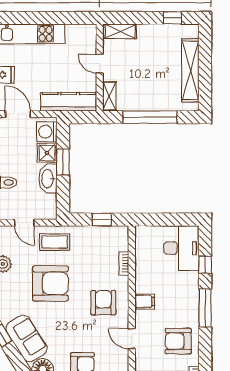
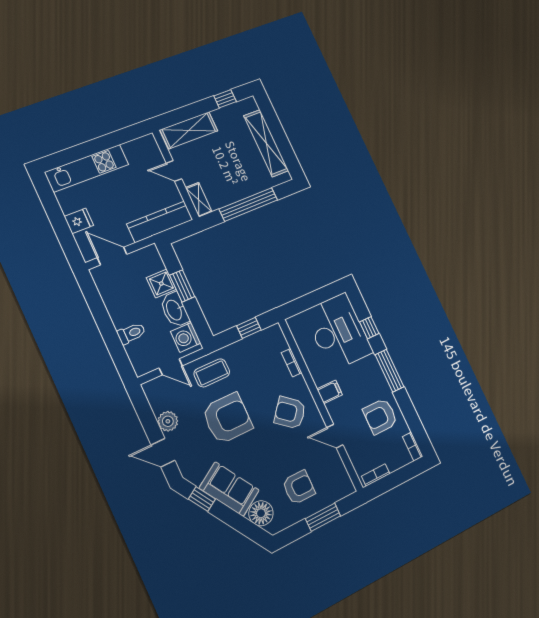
shelving: (120, 31) -> (189, 130), width x1.50, depth x1.33
washing machine: (47, 132) -> (186, 337), moved
desk: (181, 248) -> (338, 332), width x1.36, depth x1.30
armchair: (103, 303) -> (290, 413), turned -51

